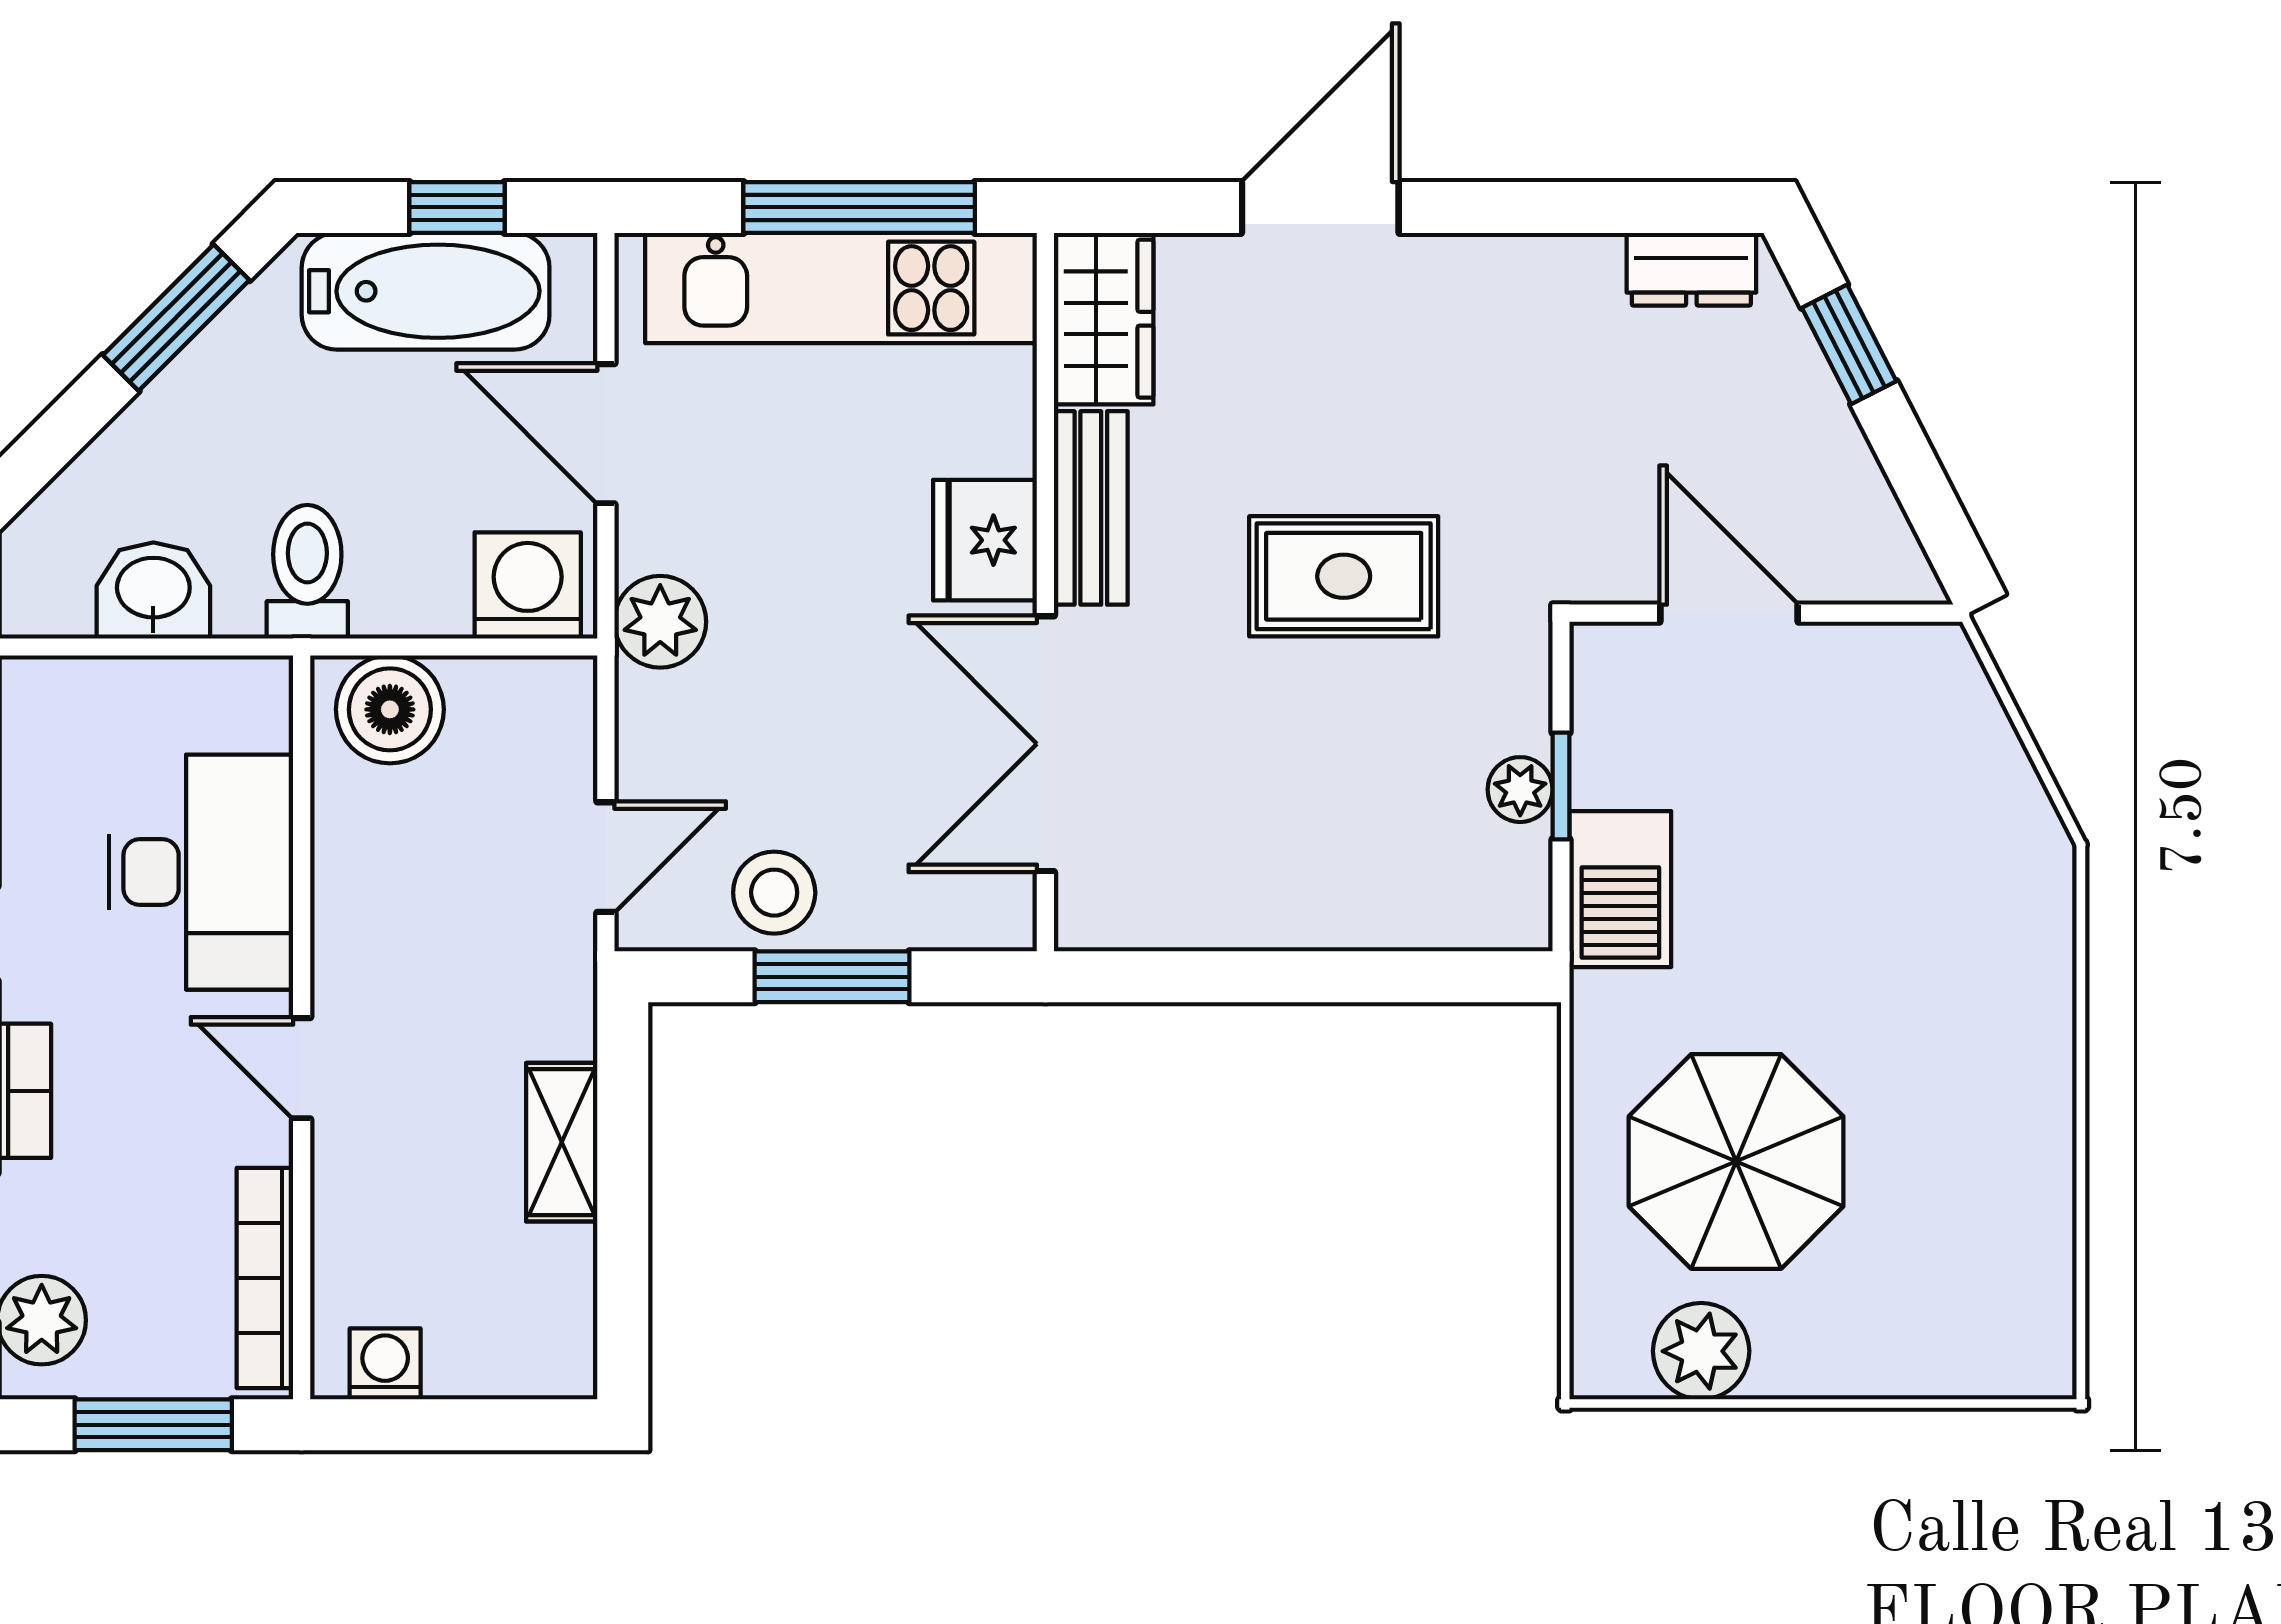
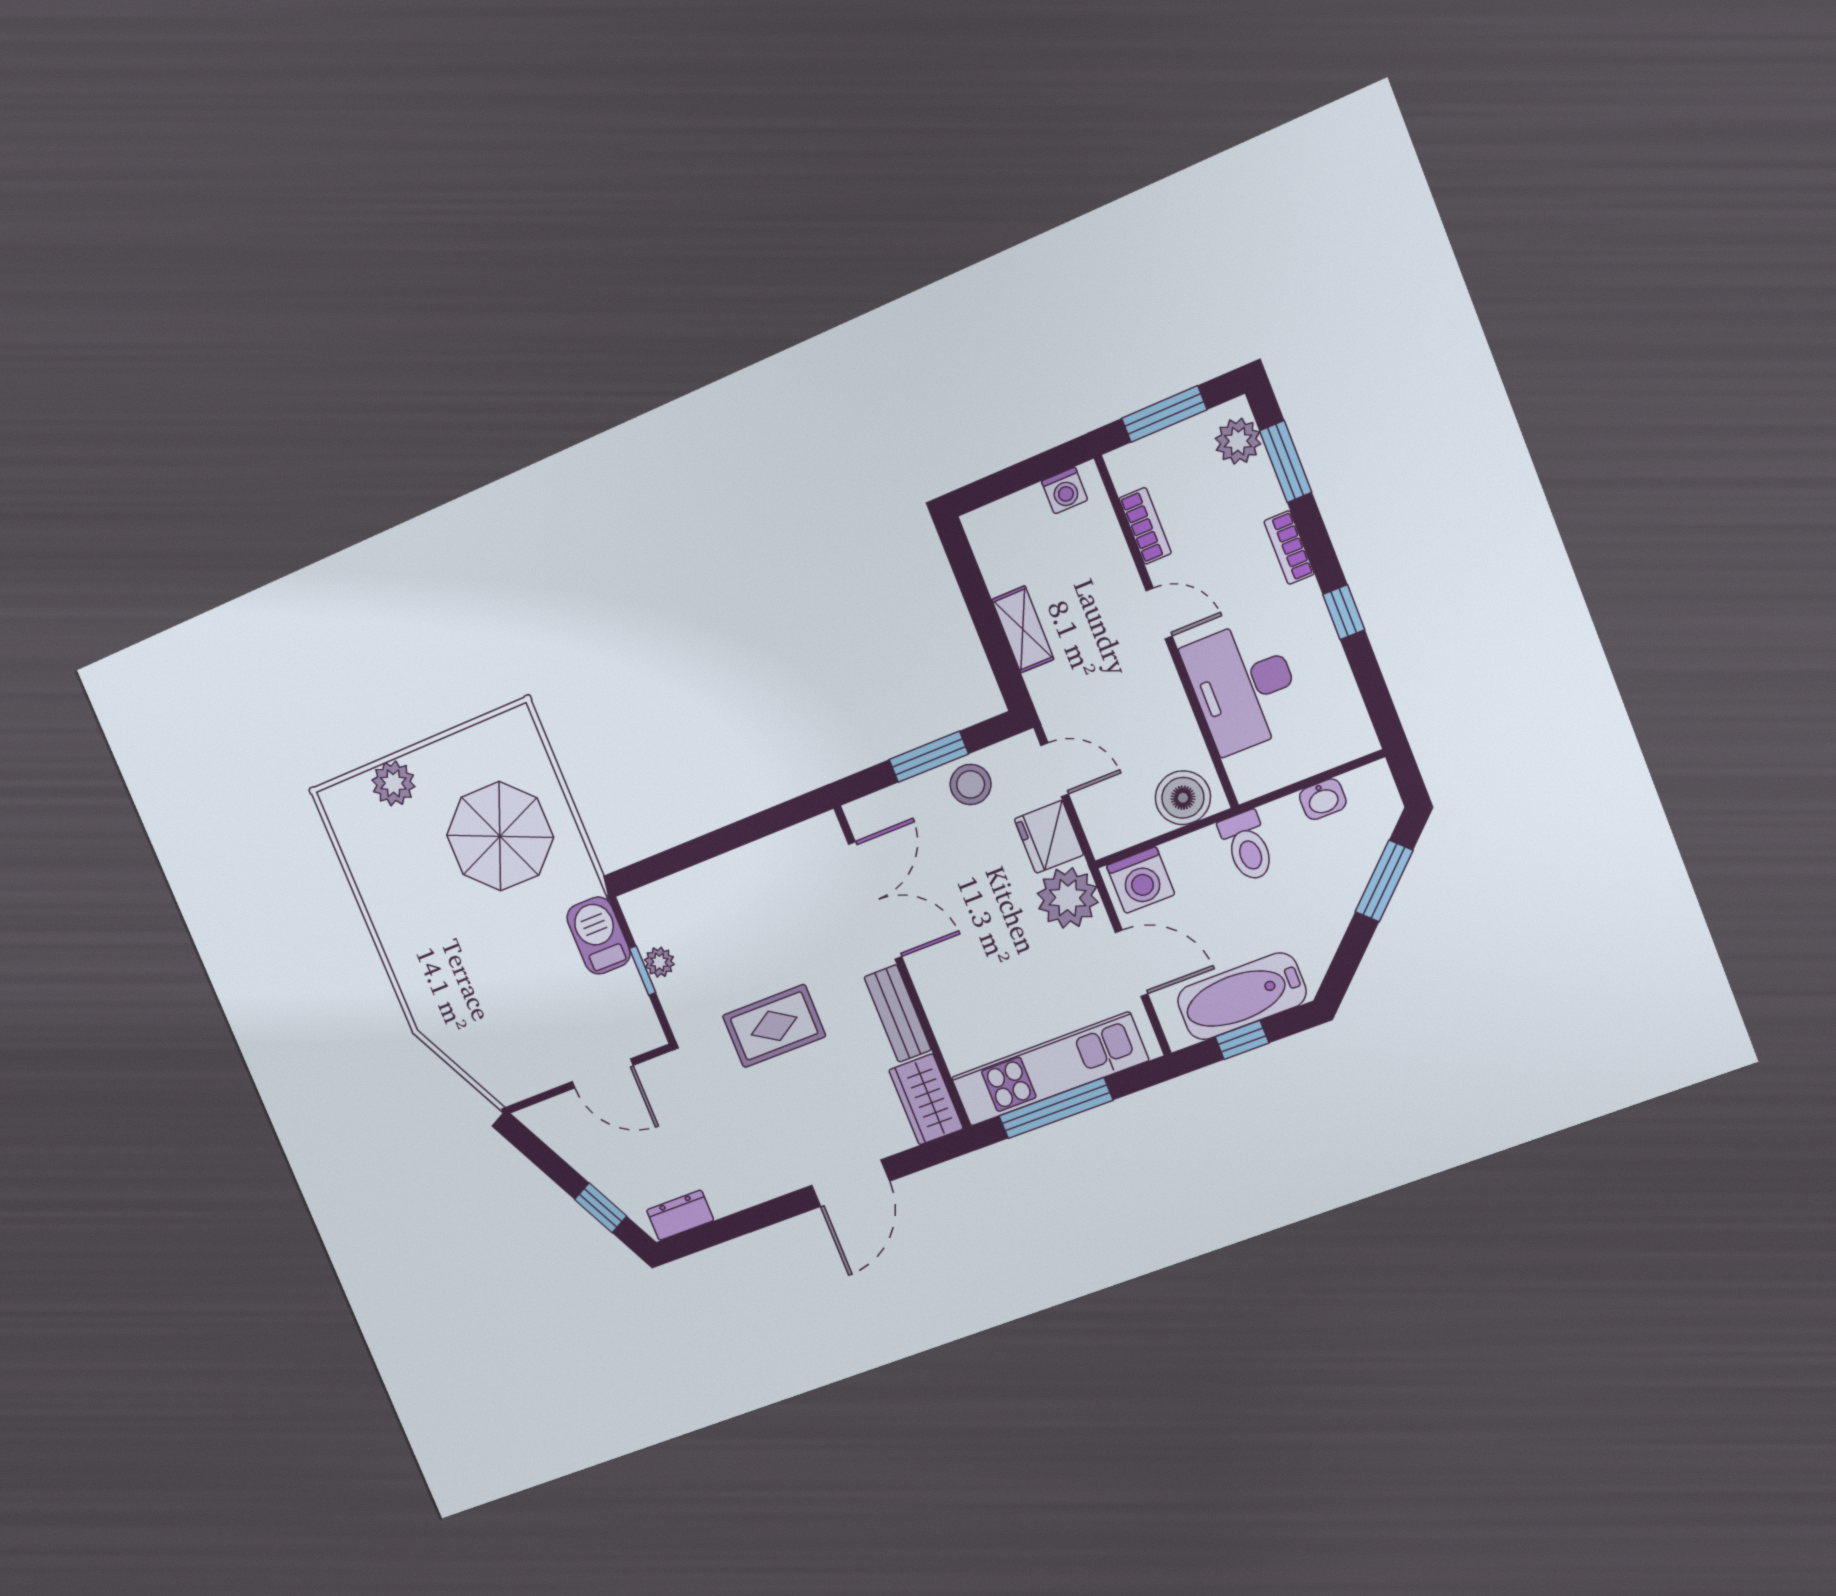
window: (176, 318) -> (1384, 881), moved
fridge: (985, 540) -> (1049, 837), moved, turned 180
washbasin: (153, 590) -> (1323, 799), width x0.72, depth x0.69
plant: (660, 622) -> (1068, 898), width x1.36, depth x1.36
door: (606, 857) -> (1055, 770), swing flipped
bookcase: (265, 1278) -> (1145, 526), width x0.64
plant: (1701, 1351) -> (393, 783), moved

